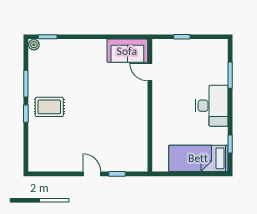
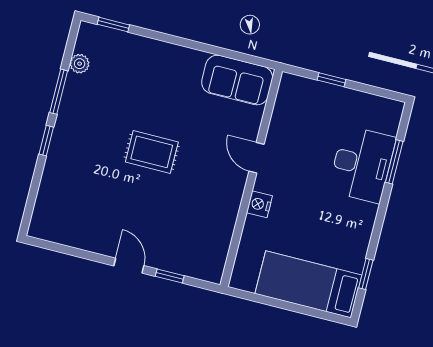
plant: (34, 45) -> (80, 64), moved
door: (150, 72) -> (256, 158), moved
desk: (212, 106) -> (362, 164), moved
rug: (49, 107) -> (152, 152), moved
nightstand: (158, 119) -> (259, 204), added

